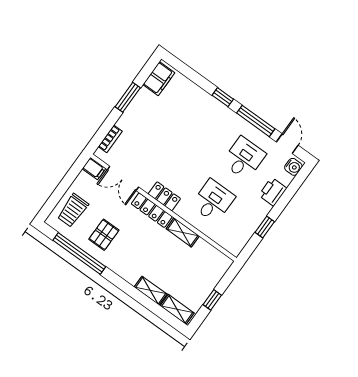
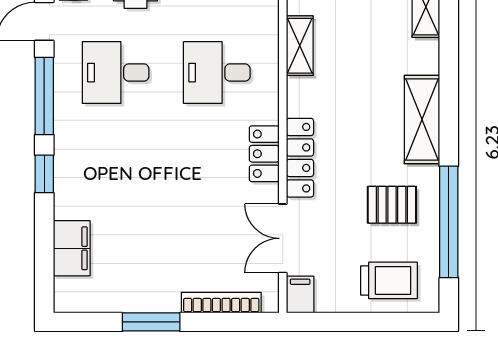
filing cabinet: (159, 79) -> (72, 248), moved, turned 90
bookcase: (110, 139) -> (221, 303), width x1.56
double door: (123, 178) -> (283, 238), swing flipped
shelving: (183, 232) -> (300, 46), moved
shelving: (151, 291) -> (422, 120), moved, width x1.50, depth x1.33

